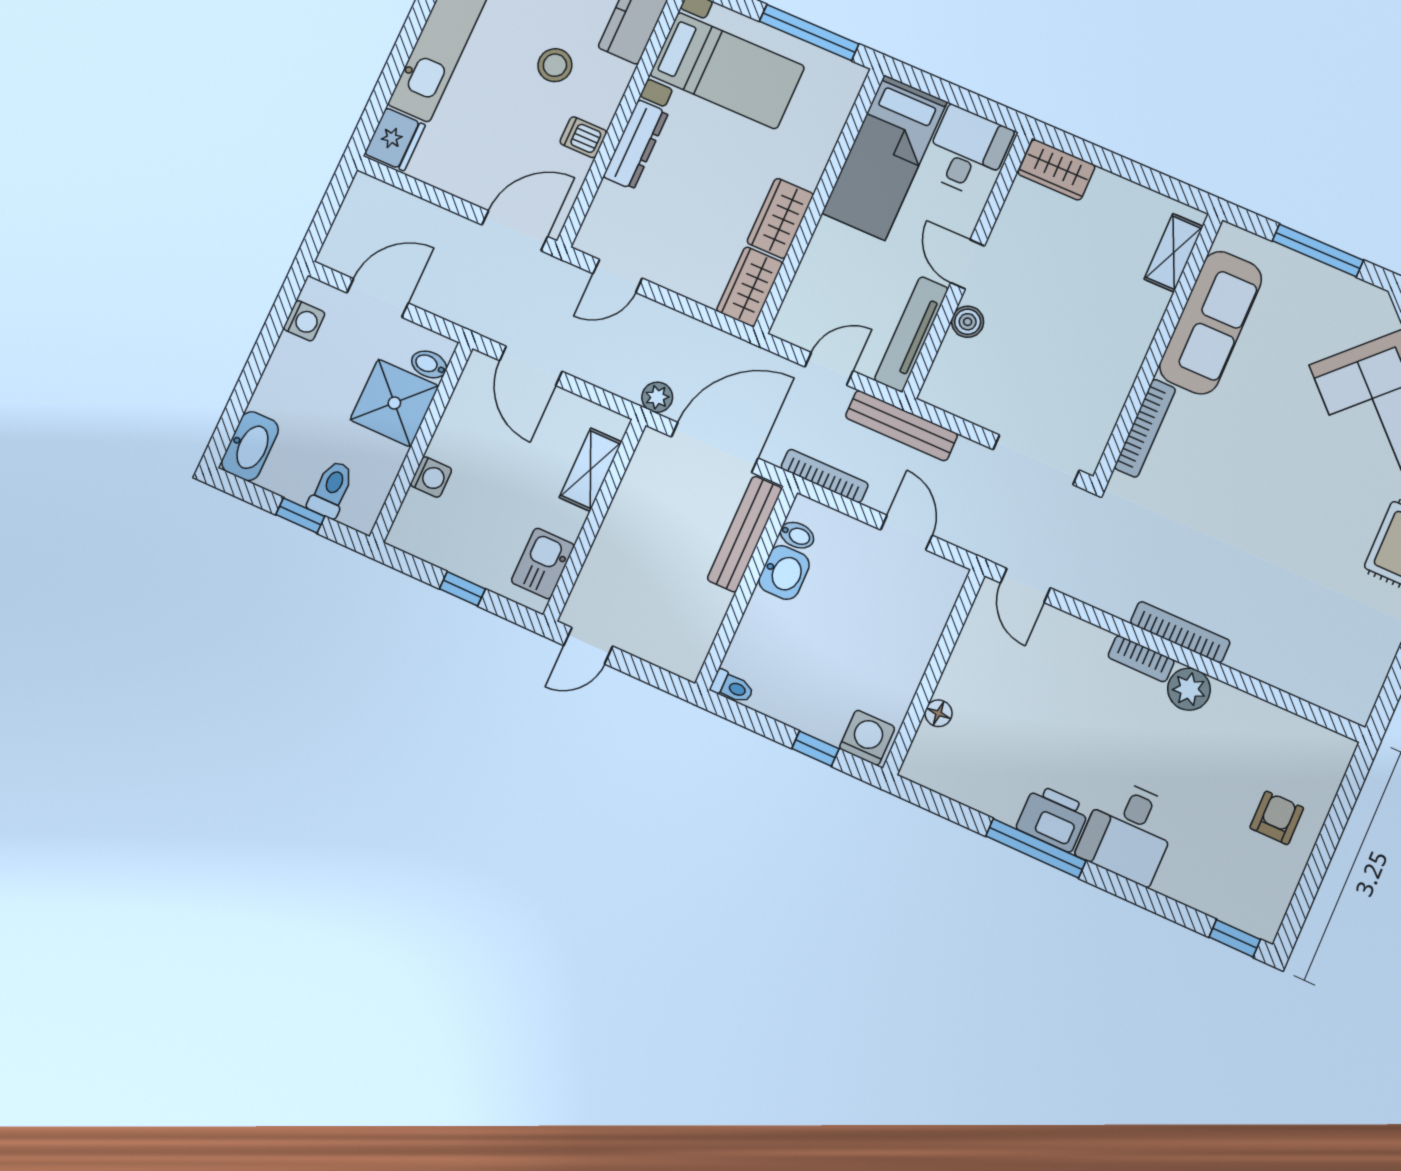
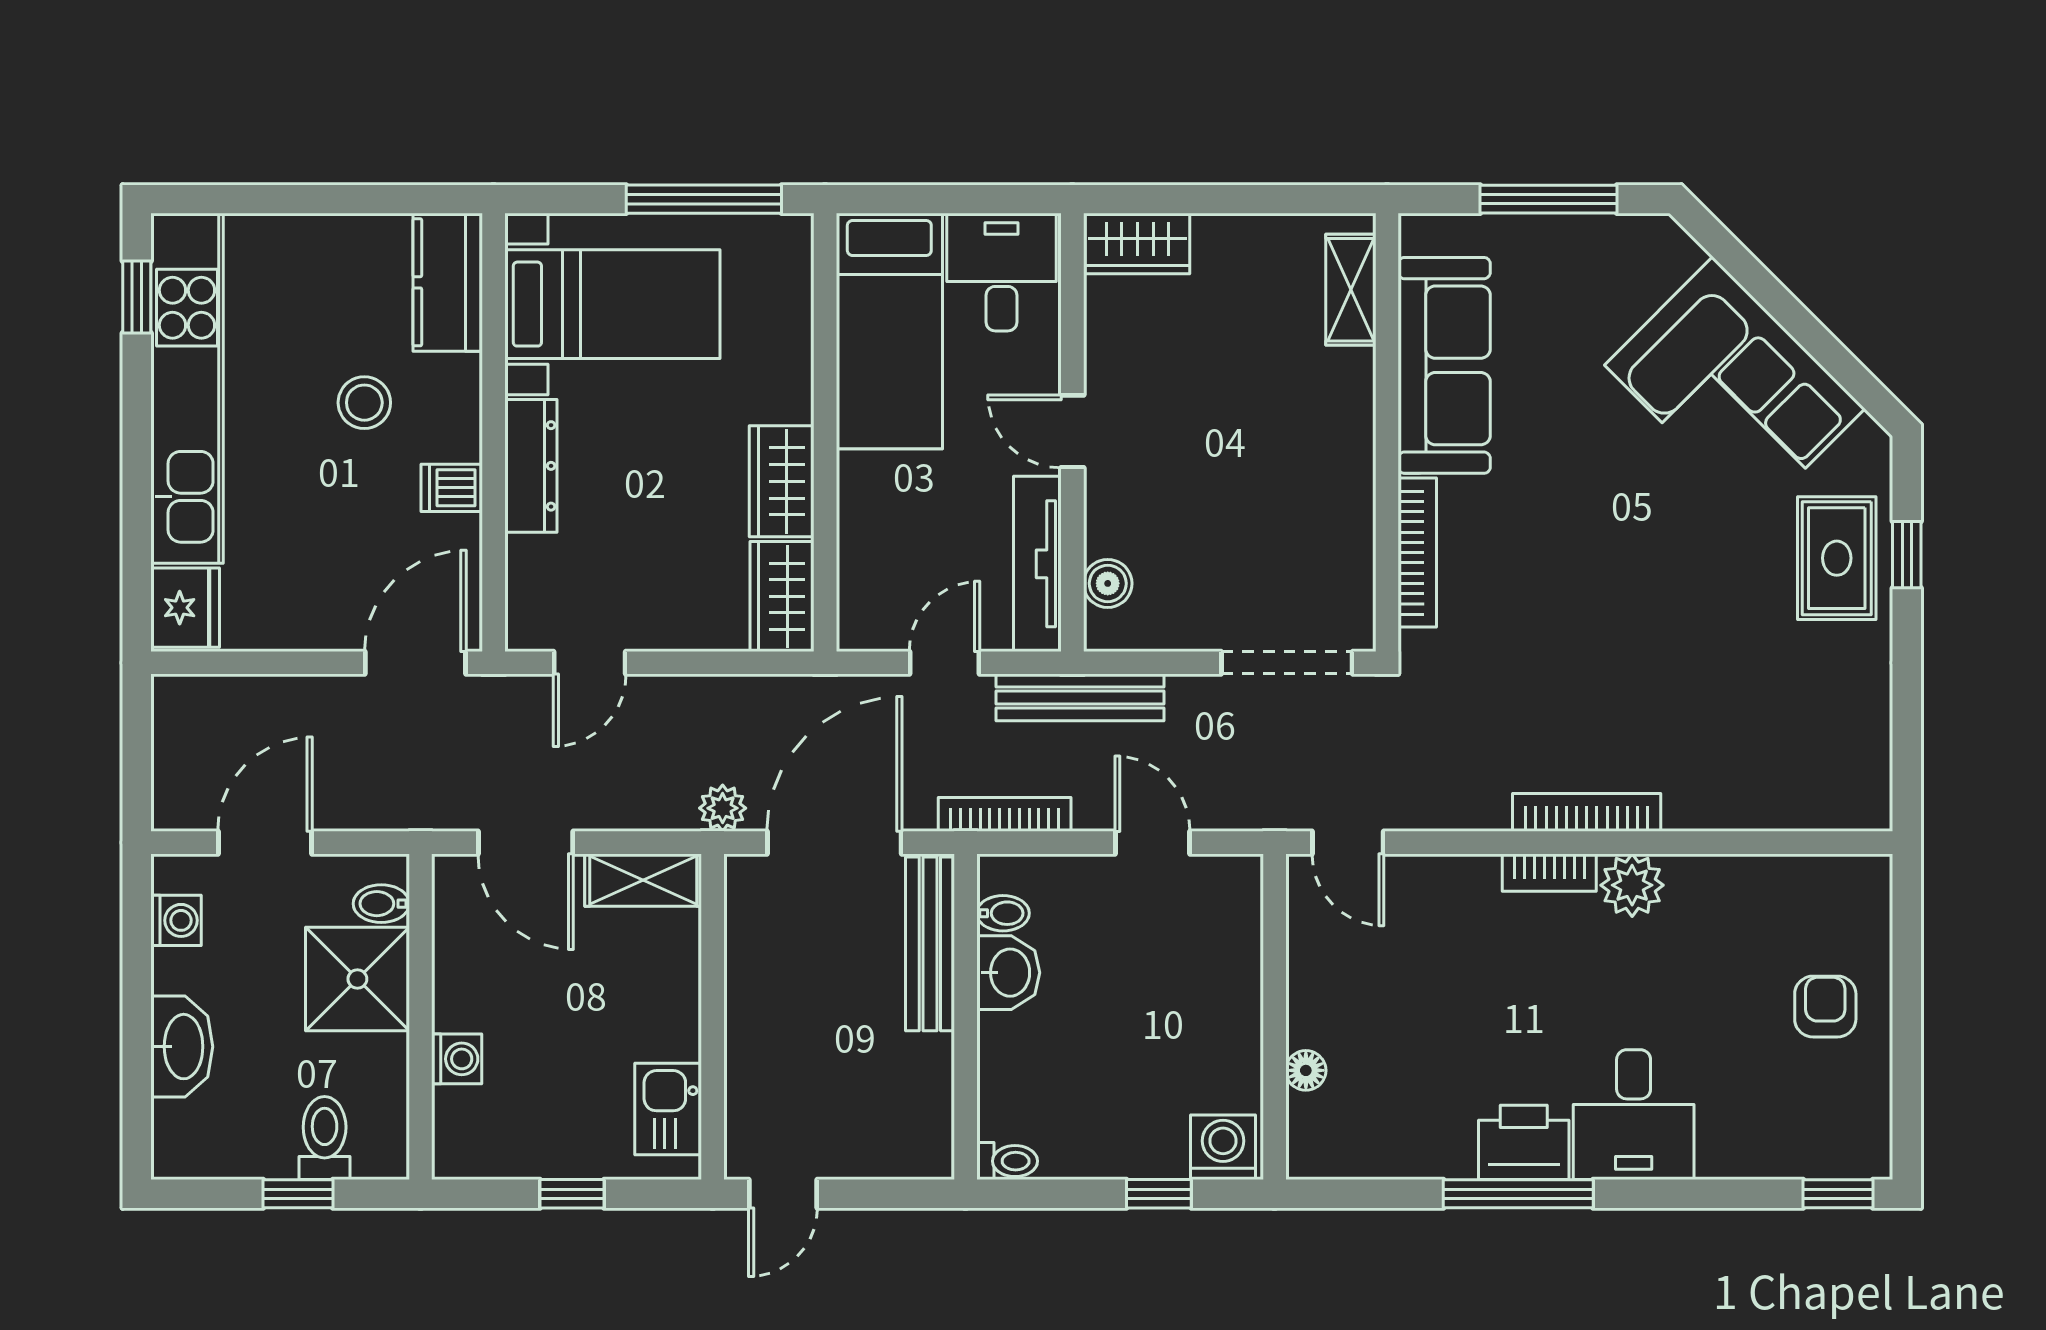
boiler: (968, 322) -> (1108, 583), moved
washbasin: (250, 446) -> (182, 1047), moved
shelving: (590, 470) -> (643, 880), moved, turned 90

